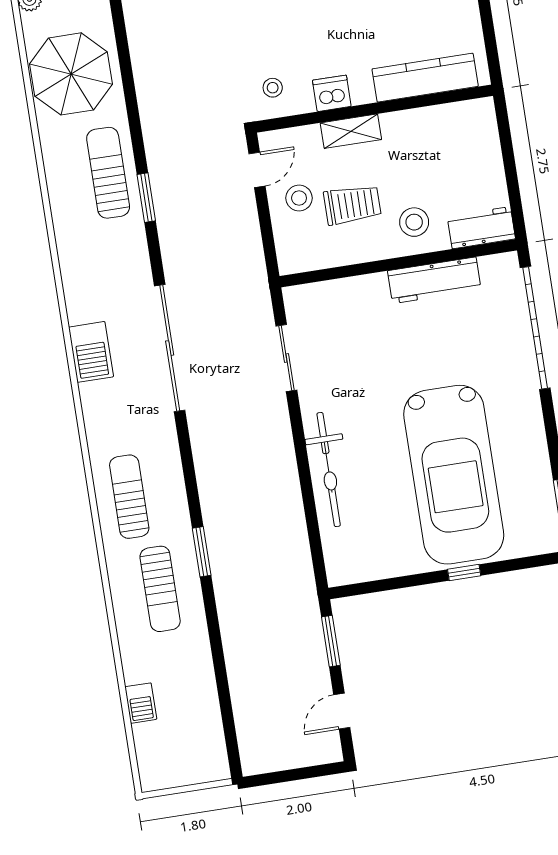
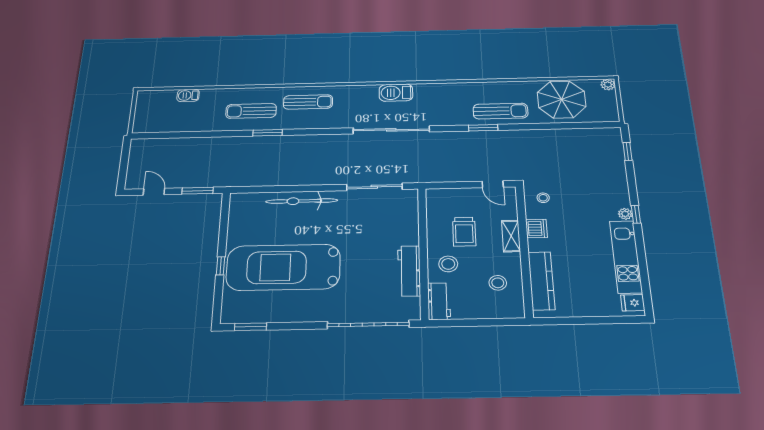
stool: (299, 198) -> (498, 283), moved
sliding door: (286, 358) -> (374, 187), width x1.37

